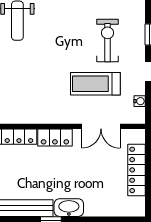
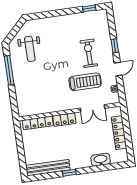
treadmill: (95, 84) -> (85, 82), turned 180
washbasin: (69, 208) -> (101, 160), moved

